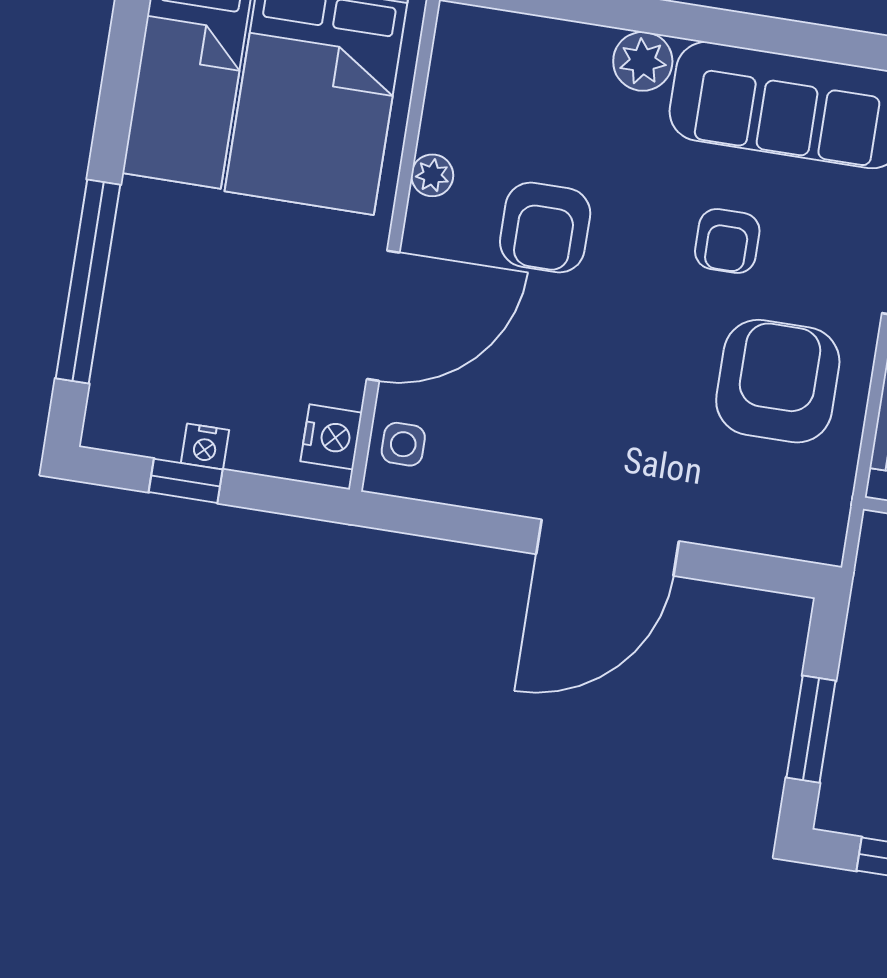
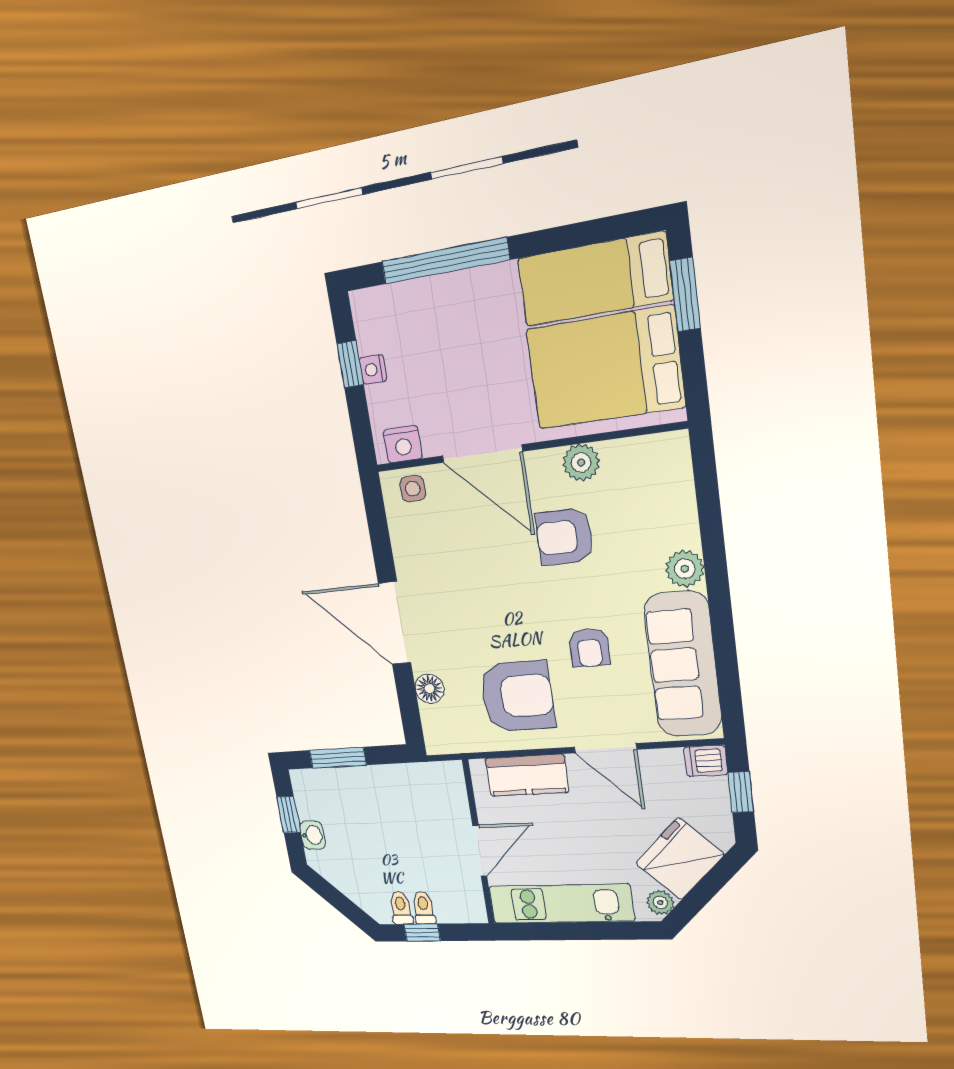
plant: (432, 175) -> (581, 462), width x1.38, depth x1.38
armchair: (727, 241) -> (589, 648), turned -90
floor lamp: (730, 524) -> (429, 689), added

